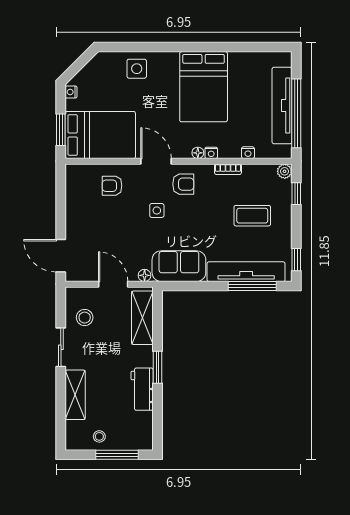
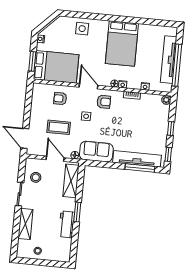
window: (296, 194) -> (171, 129), moved
coffee table: (252, 216) -> (59, 127), moved
window: (117, 455) -> (47, 263), removed

